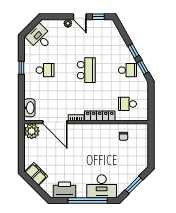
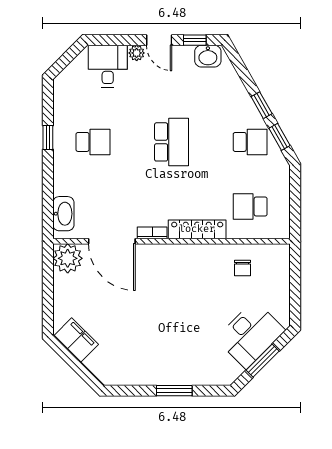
washbasin: (105, 25) -> (208, 56), added
desk: (39, 37) -> (108, 66), moved, turned 45
desk: (102, 186) -> (250, 334), moved, turned -45
printer: (64, 190) -> (130, 370), removed
window: (88, 201) -> (174, 391), width x0.47

